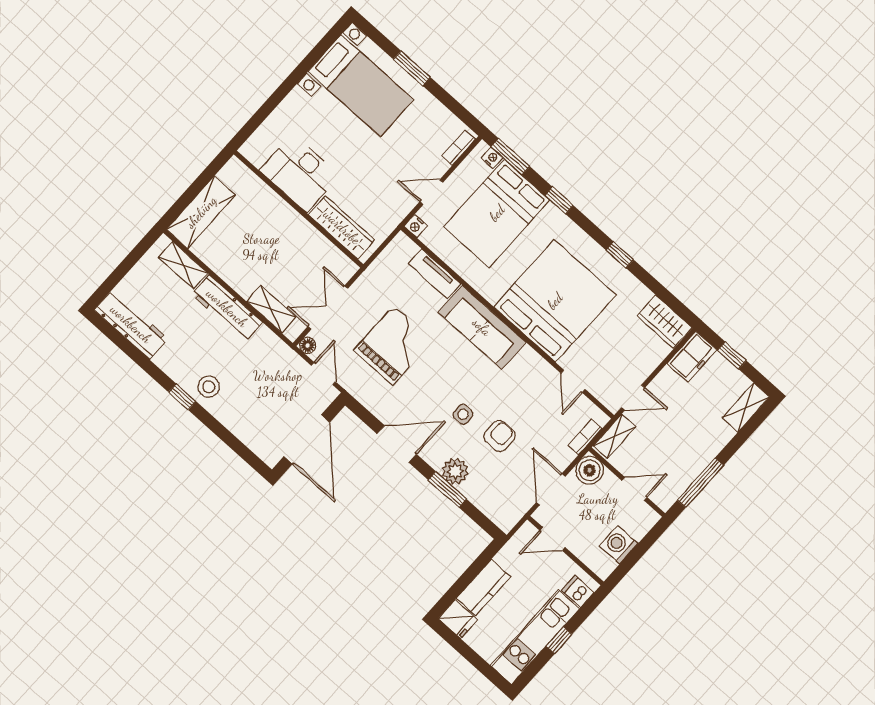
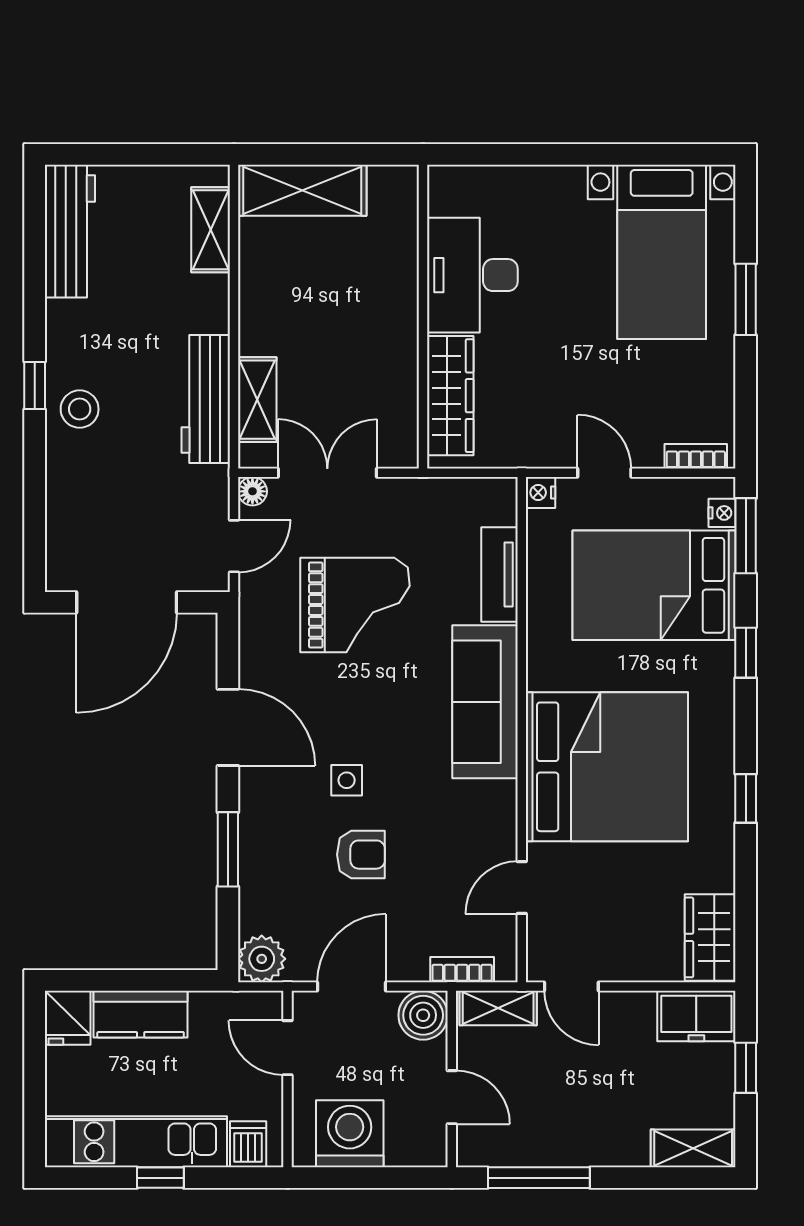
workbench: (227, 308) -> (206, 399), moved
plant: (455, 471) -> (262, 959), moved
washing machine: (619, 545) -> (350, 1134), width x1.37, depth x1.37

